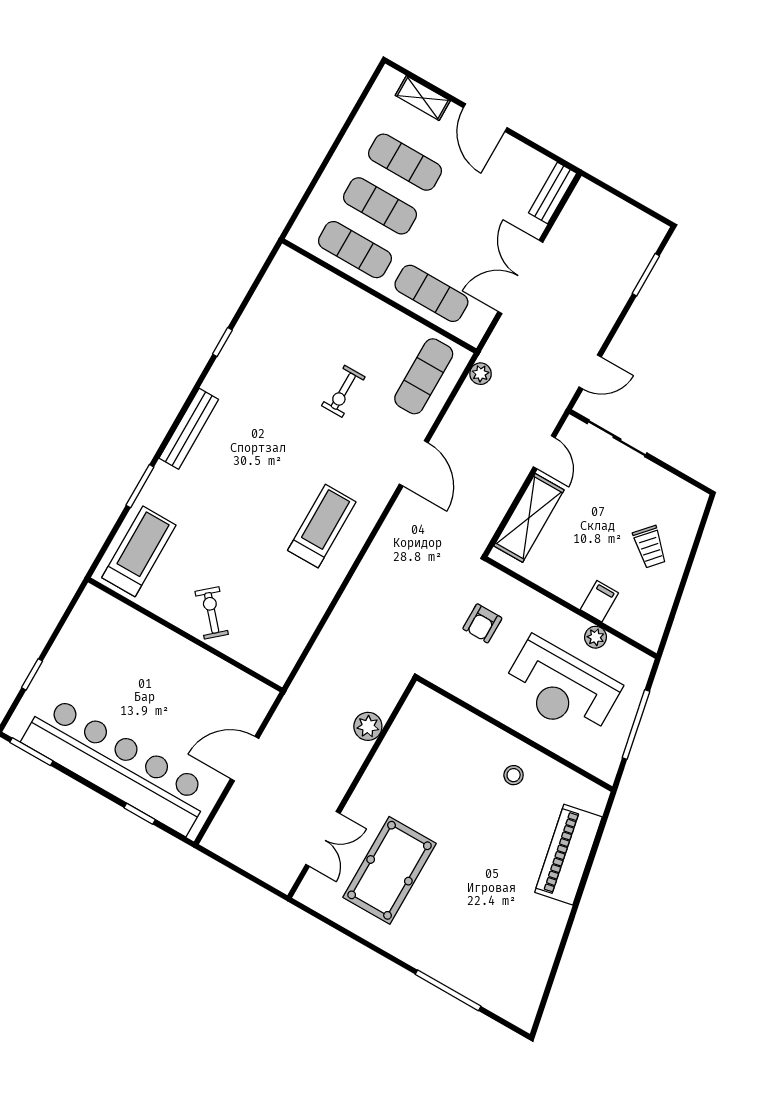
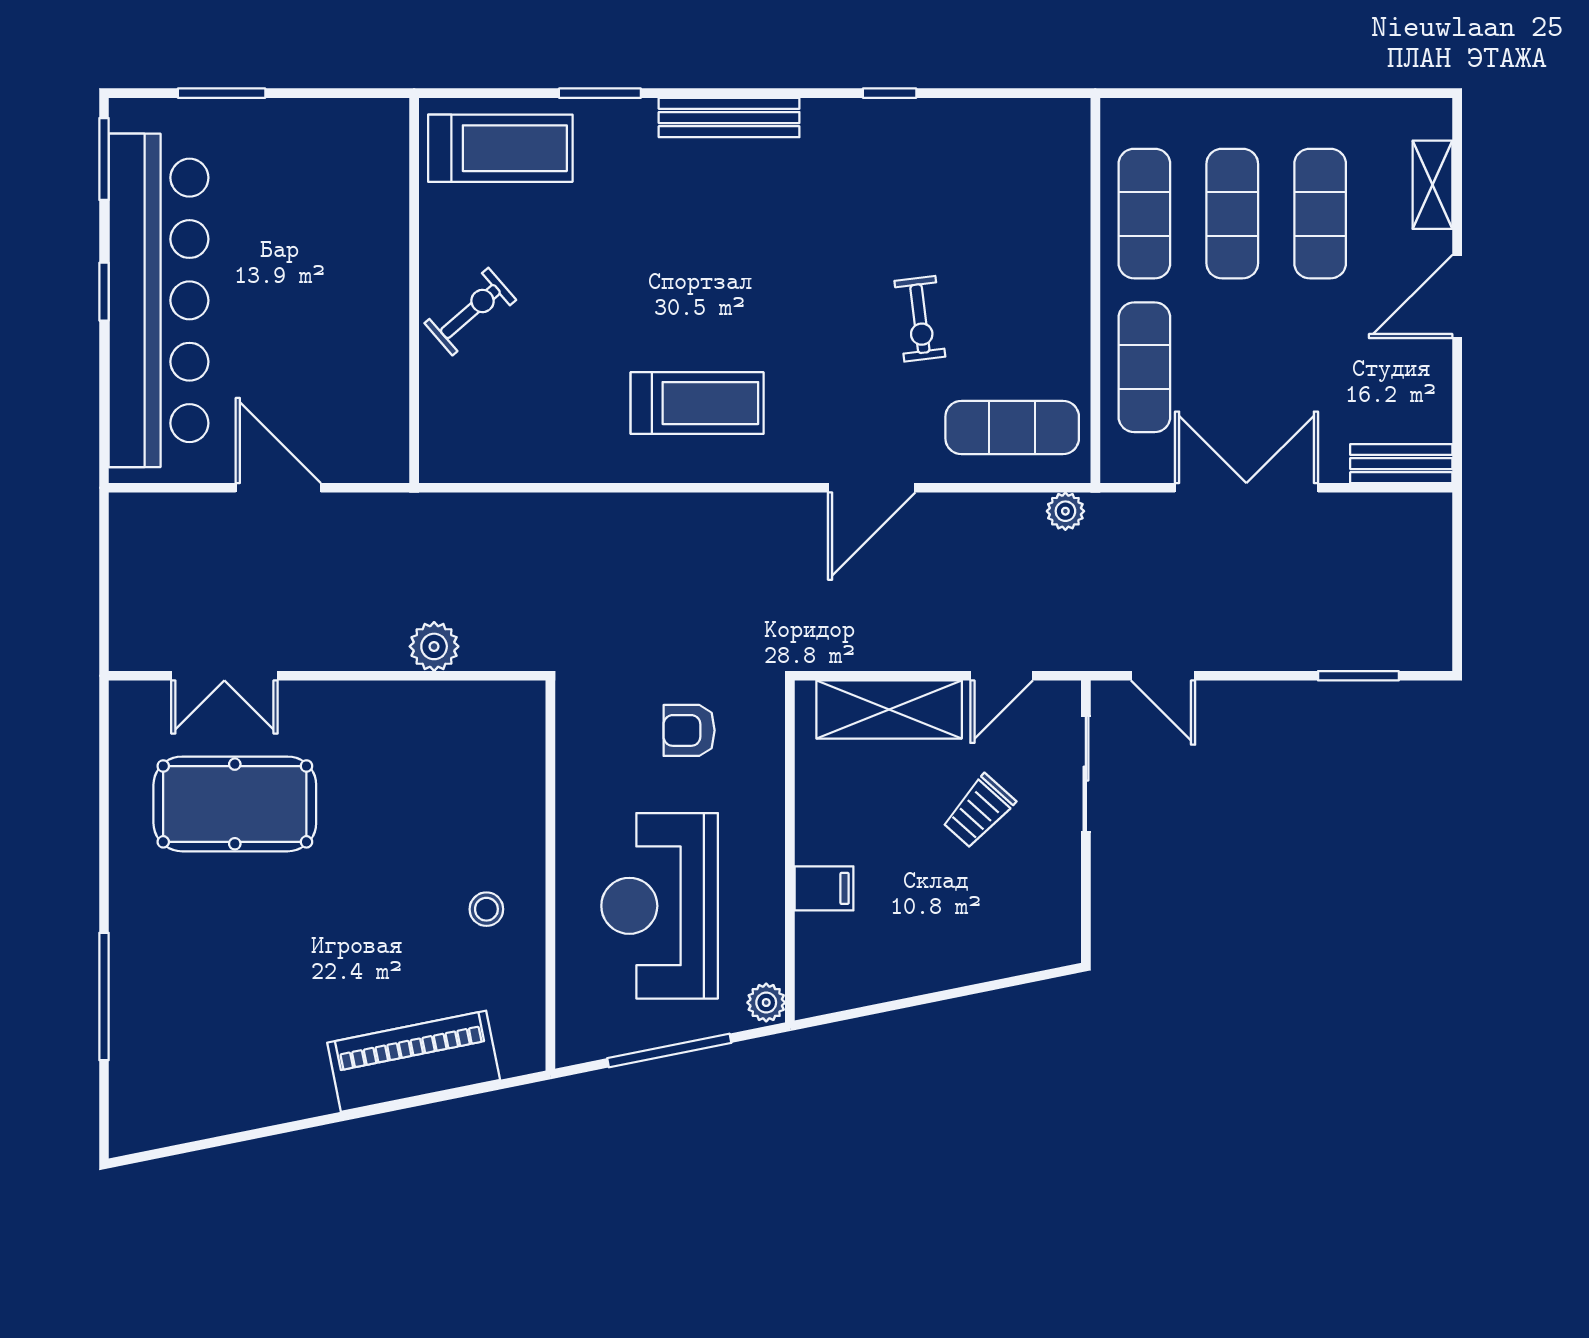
exercise bike: (343, 391) -> (920, 319), turned -97
trolley: (650, 547) -> (979, 811), moved
plant: (595, 637) -> (766, 1003), moved
window: (32, 674) -> (222, 93), width x1.50
window: (140, 814) -> (104, 292), moved

